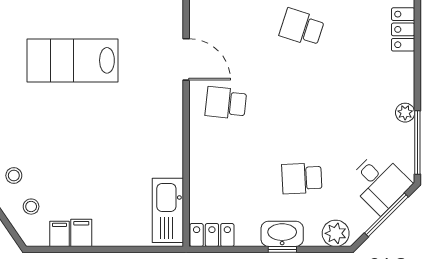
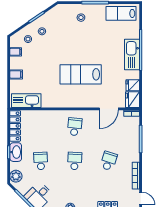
door: (186, 59) -> (109, 109), moved
lab bench: (72, 60) -> (81, 74), moved, turned -90
school desk: (302, 103) -> (75, 161), added
filing cabinet: (81, 233) -> (16, 74), moved
locker: (212, 235) -> (15, 126), width x1.53

